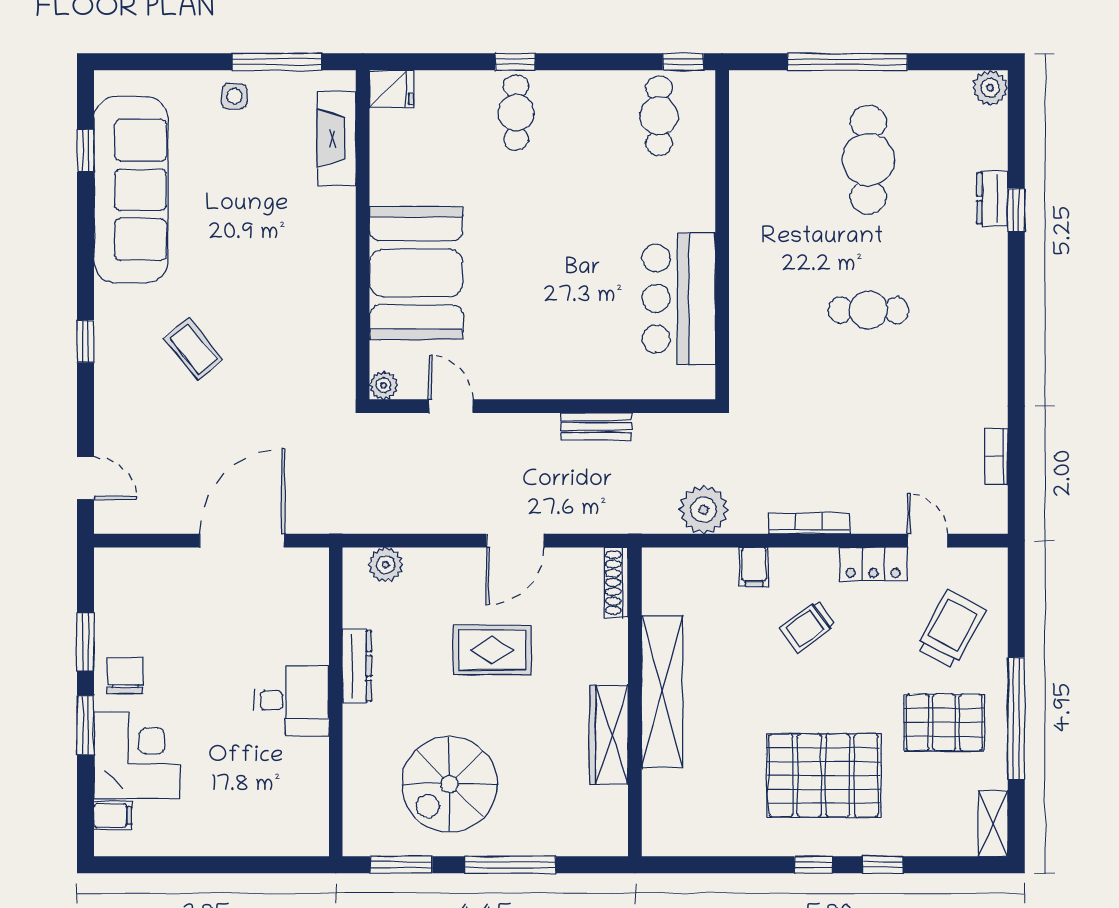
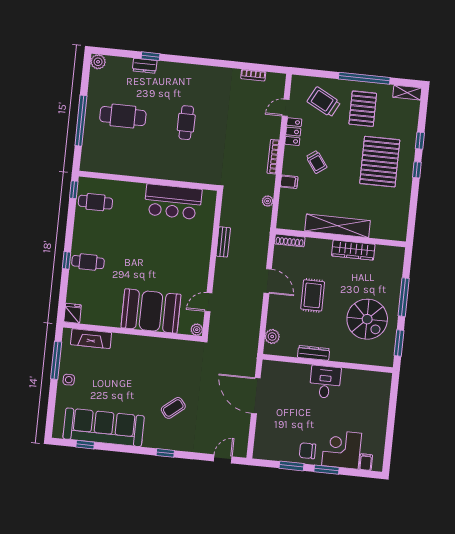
plant: (704, 510) -> (268, 201), width x0.53, depth x0.53

